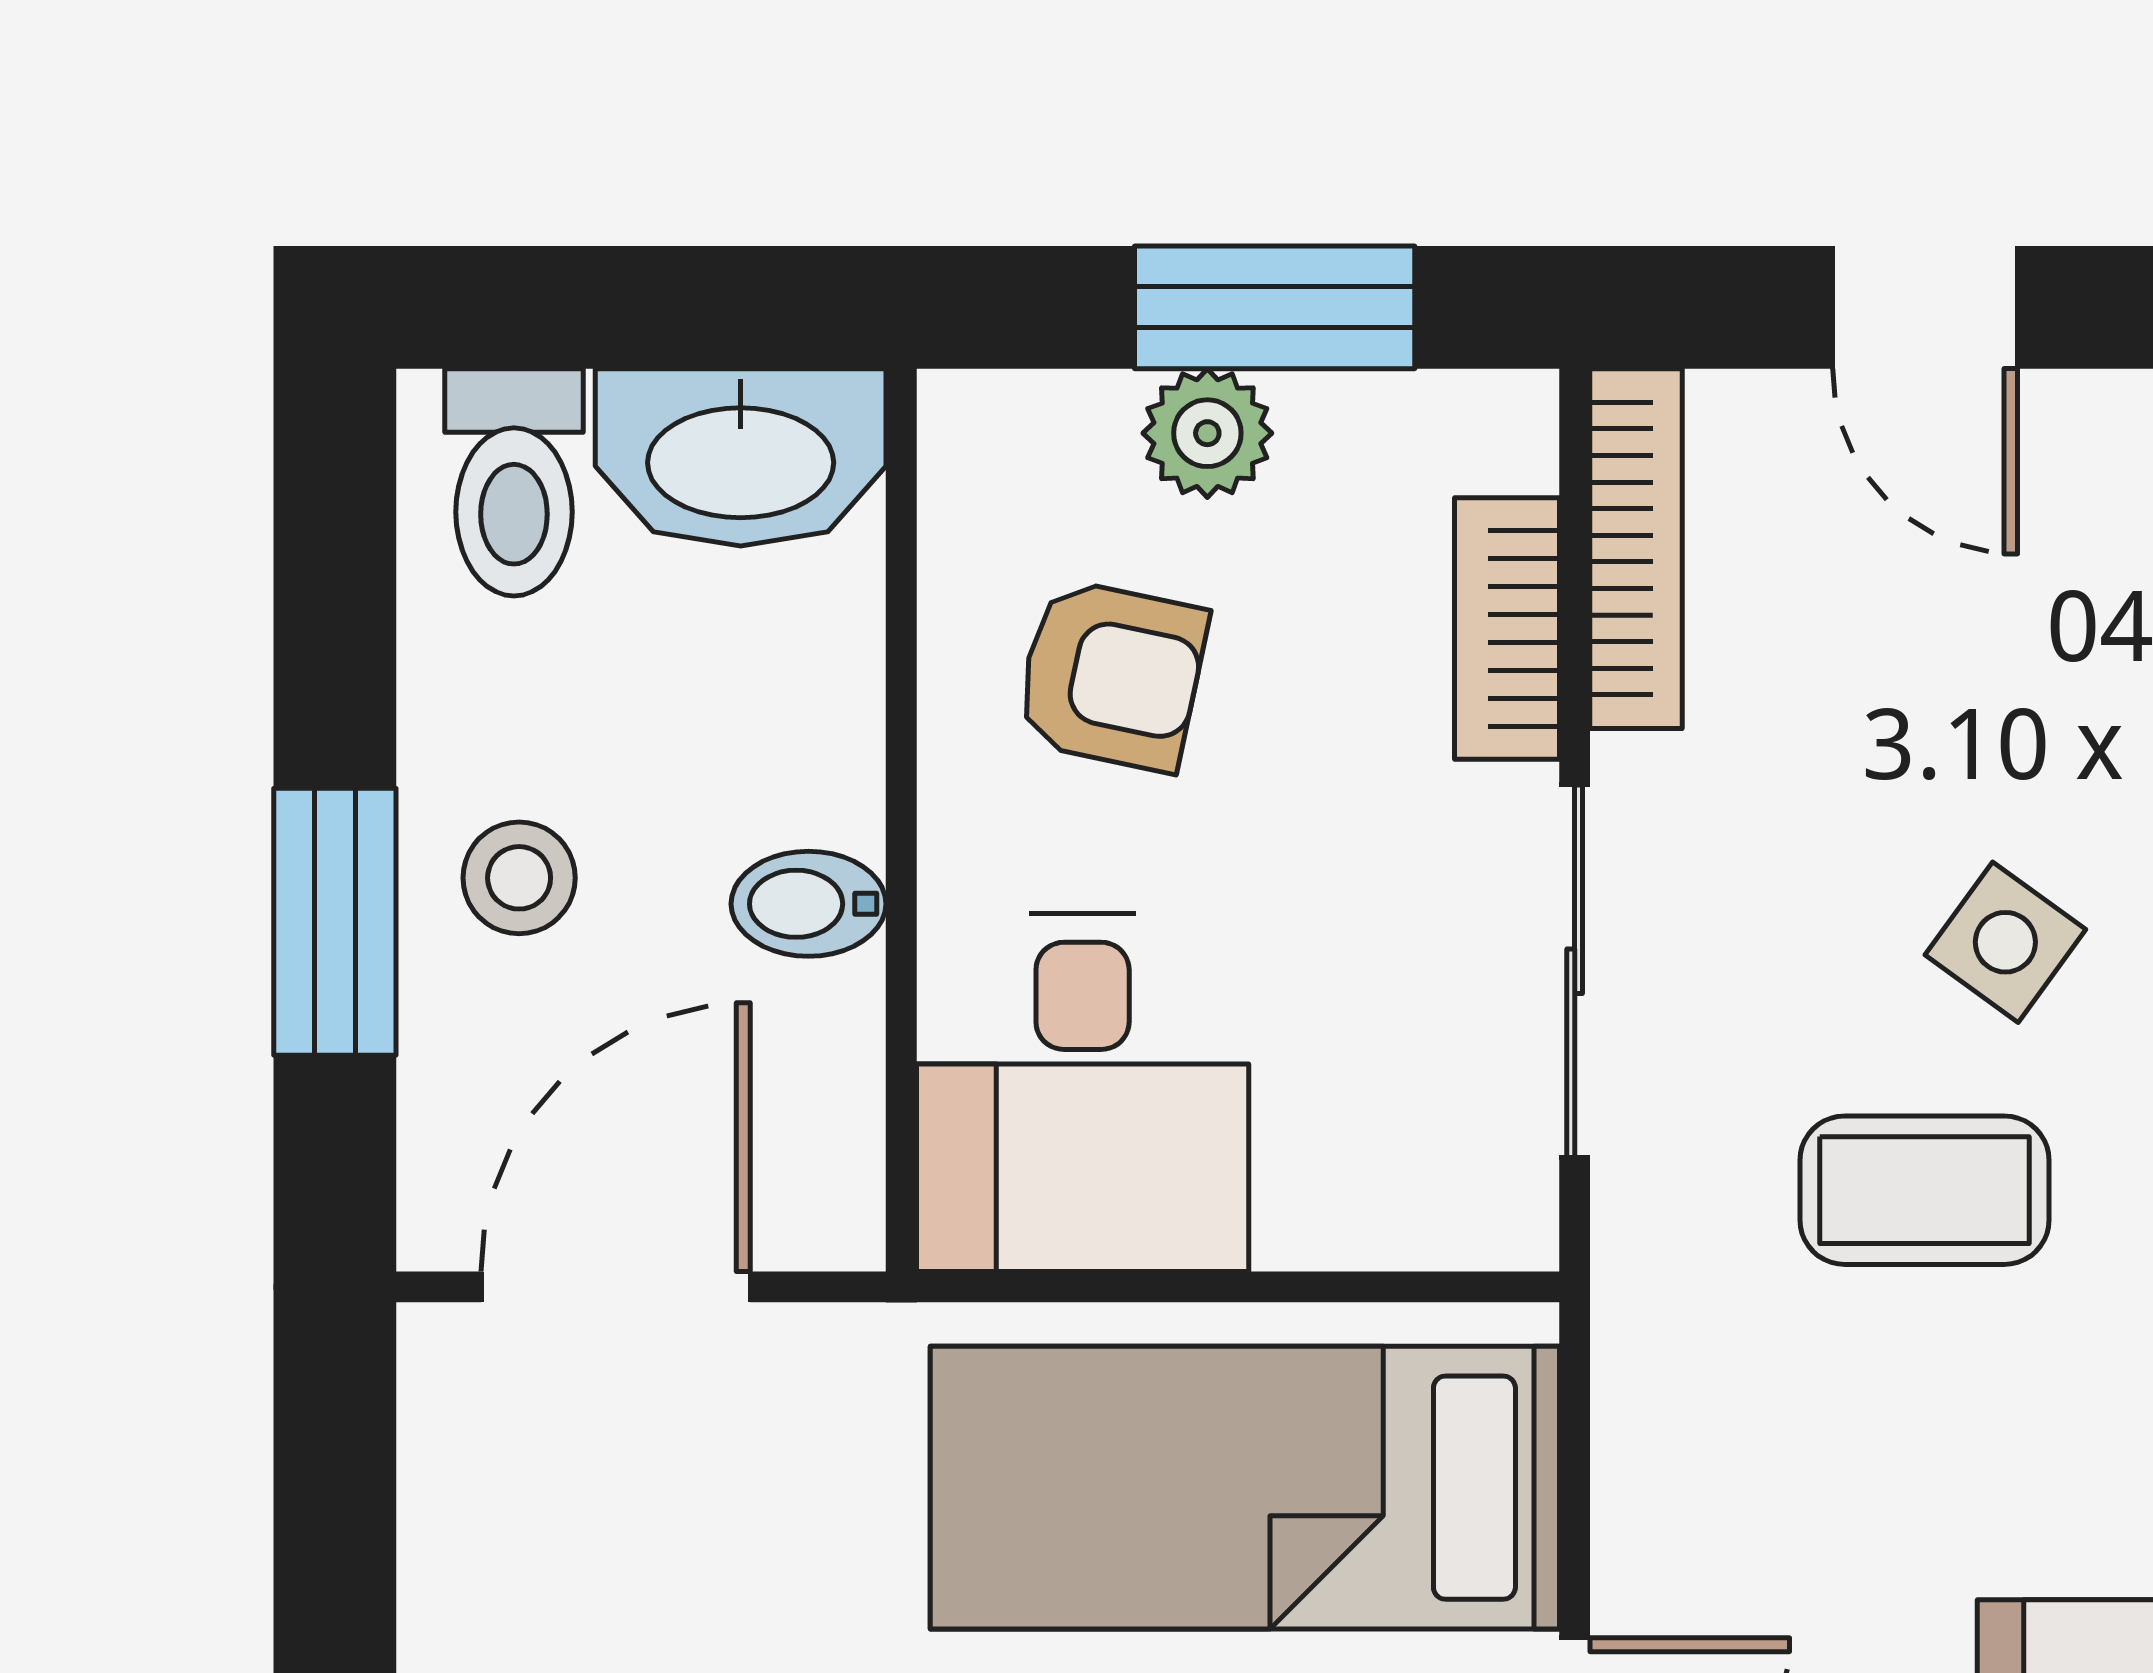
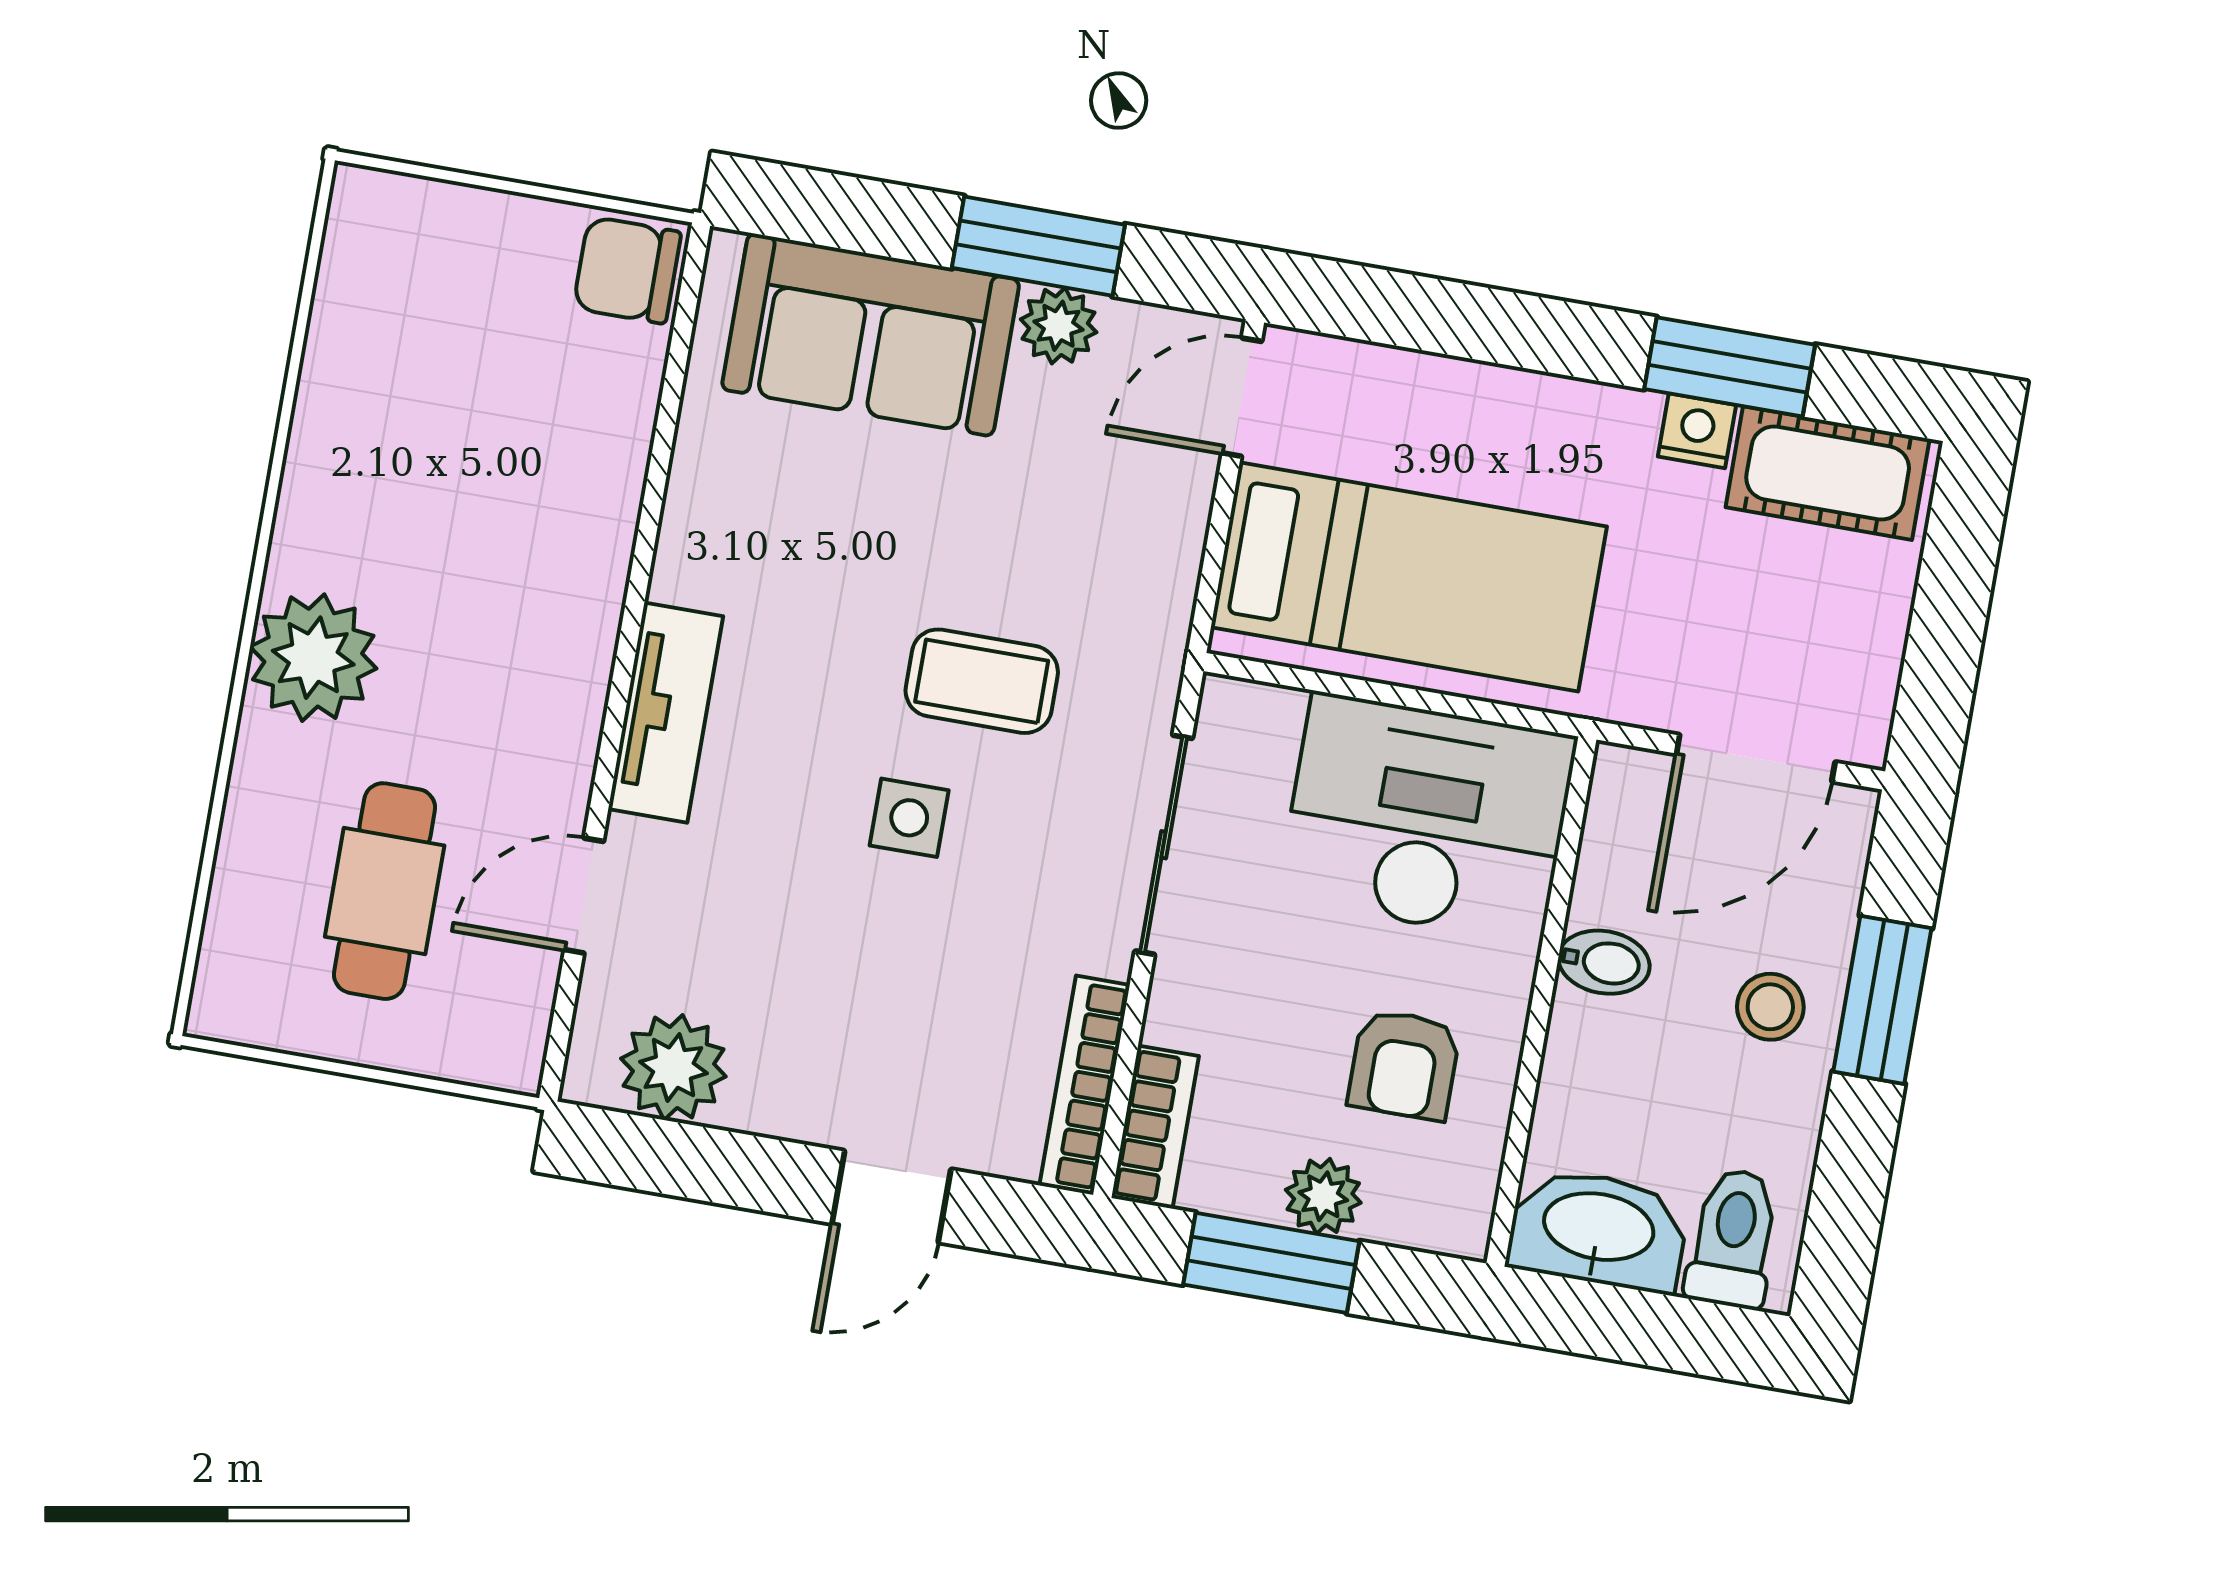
door: (1925, 307) -> (891, 1197), swing flipped
bookcase: (1507, 629) -> (1155, 1127), moved
armchair: (1111, 675) -> (1404, 1065), turned -102
side table: (2005, 942) -> (909, 818), turned -36
desk: (1083, 1093) -> (1427, 818), width x1.37

